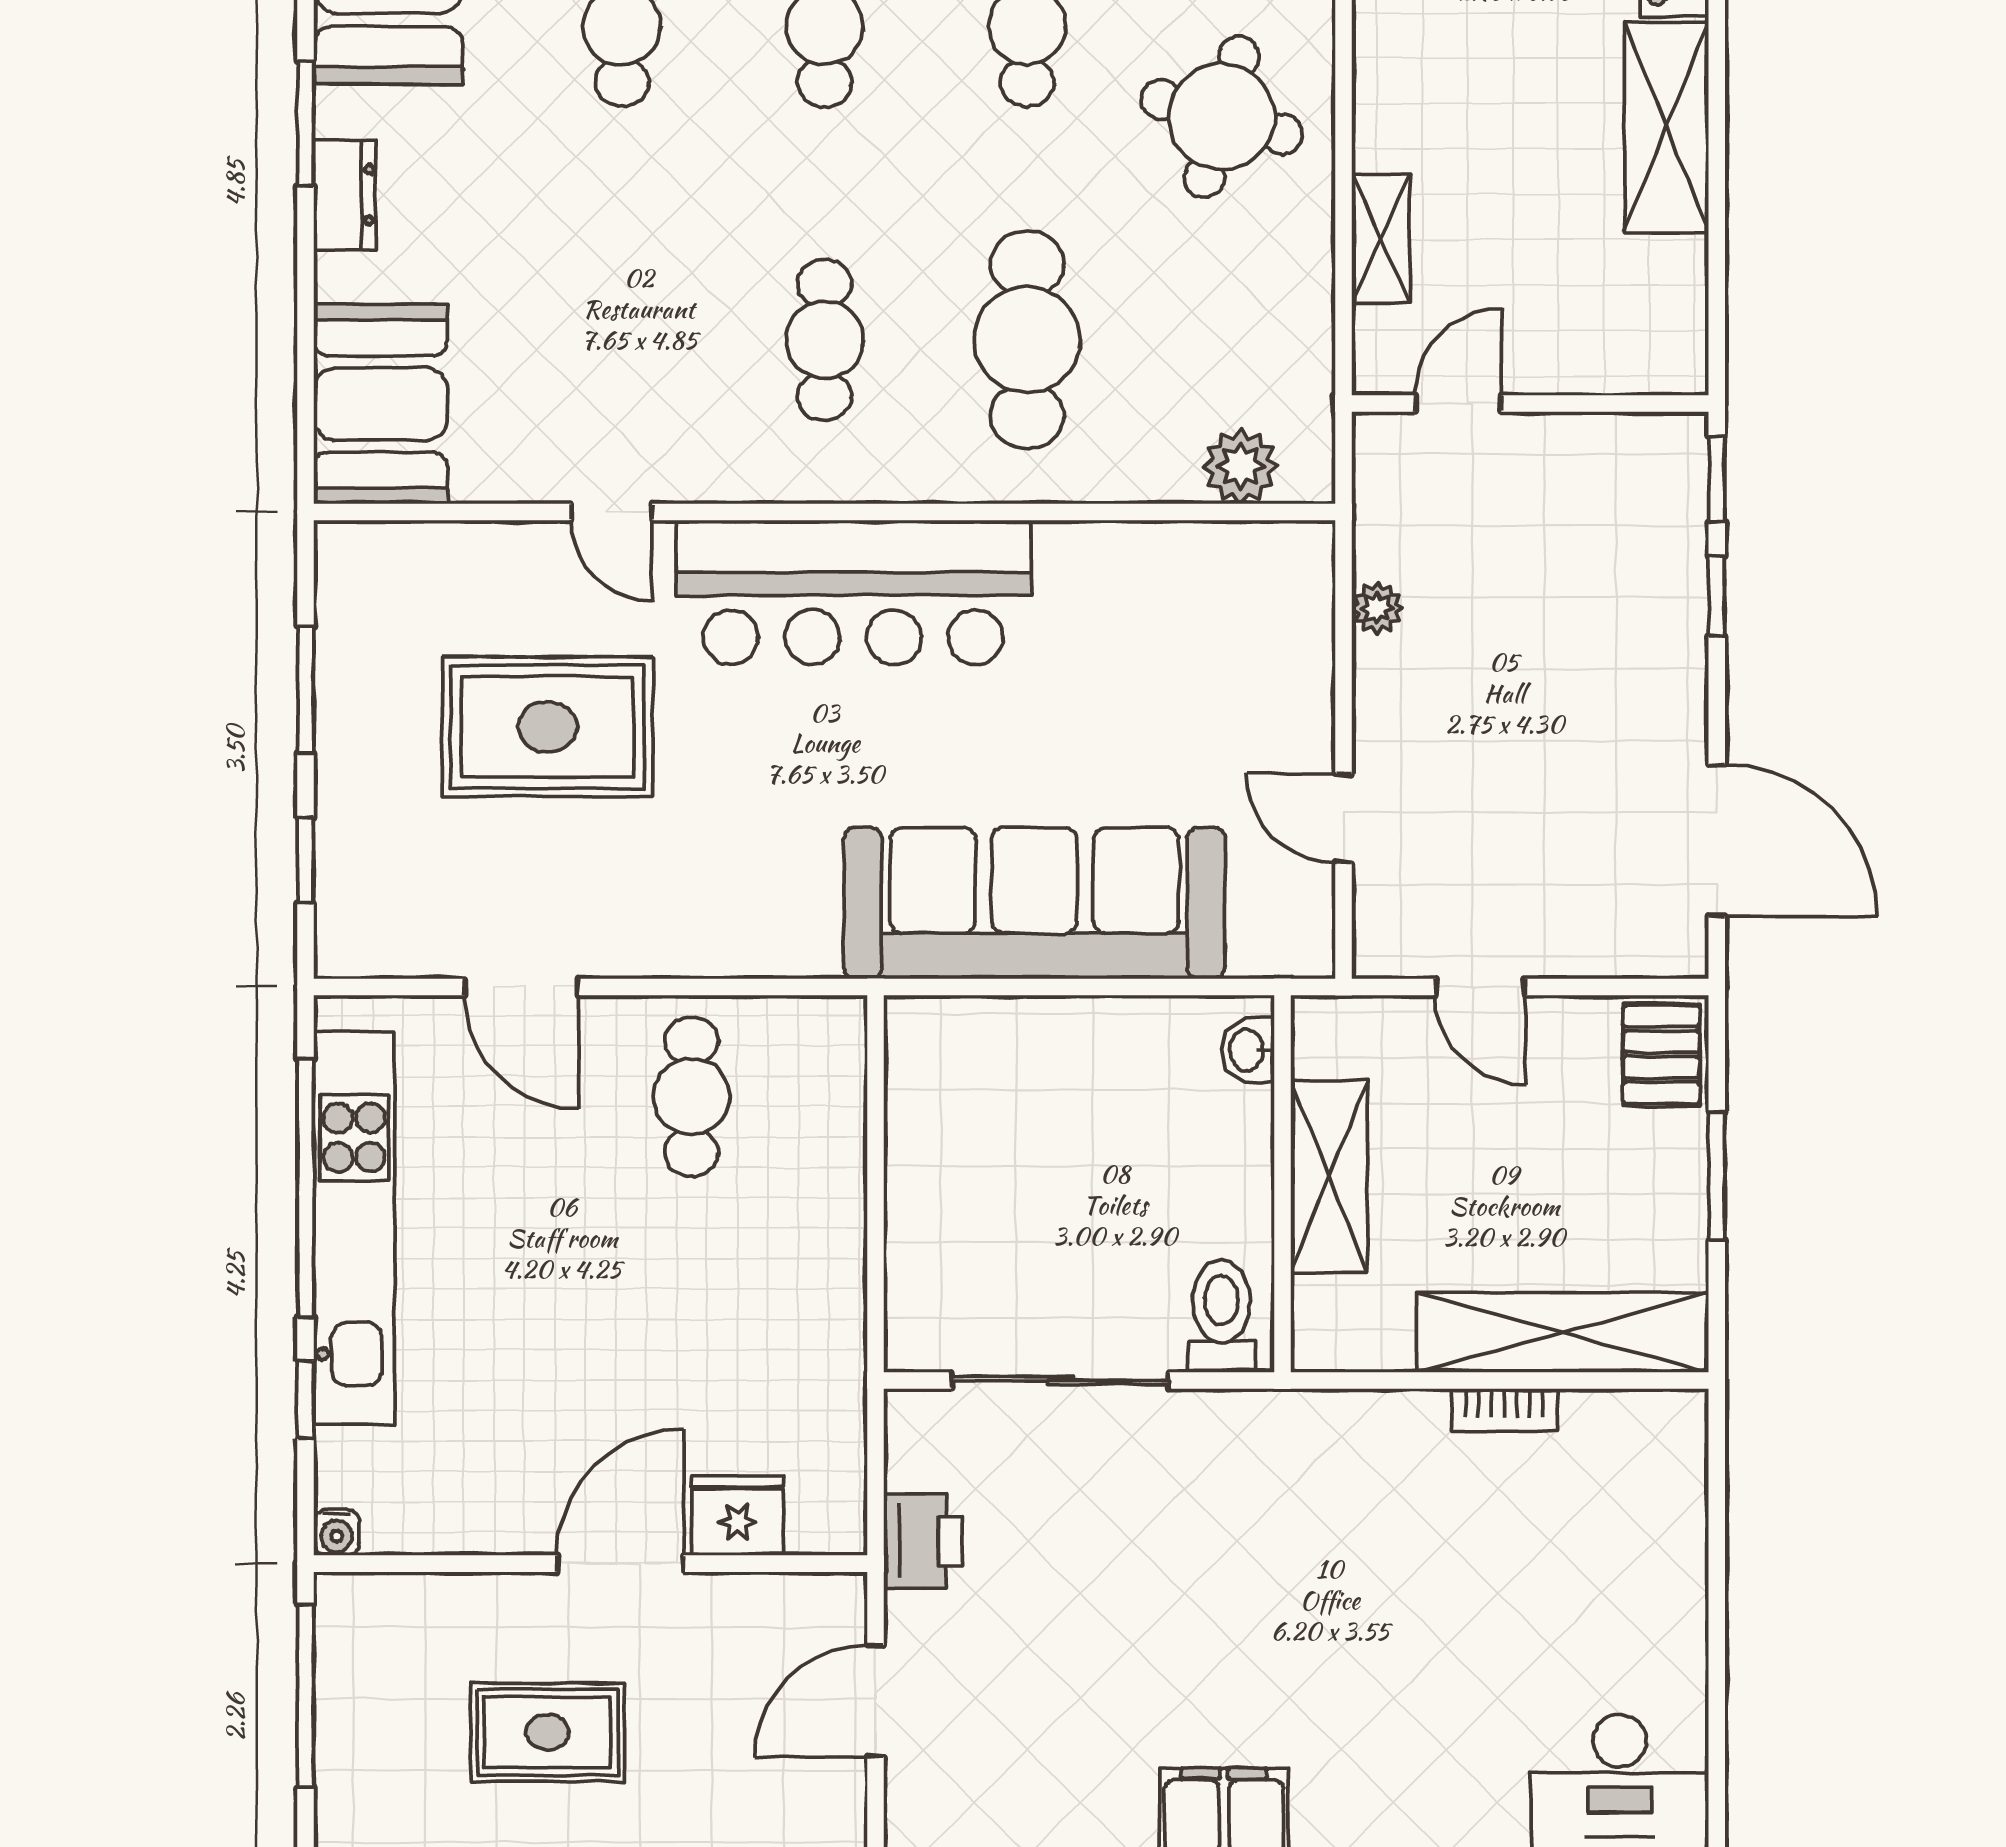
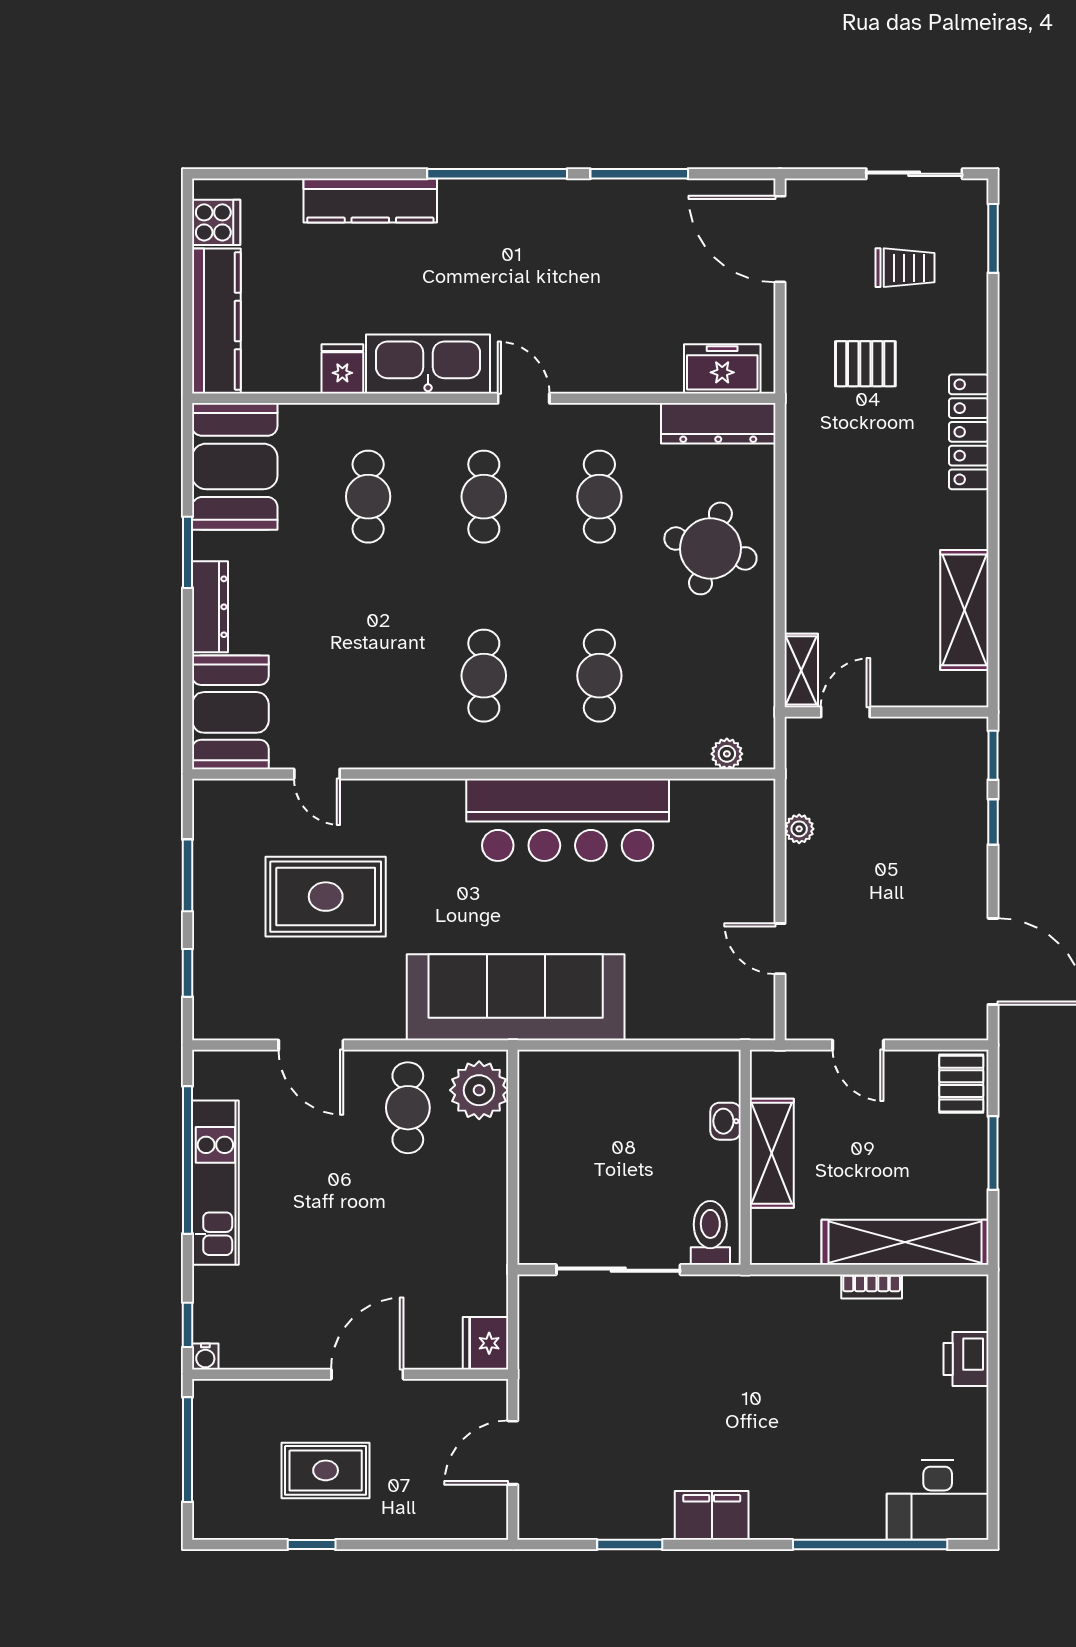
shelving: (1667, 127) -> (964, 610), moved
dresser: (345, 195) -> (210, 607), width x1.44
shelving: (1381, 239) -> (801, 670), moved
cafe table: (1027, 340) -> (599, 676), width x0.73, depth x0.74
plant: (1240, 467) -> (727, 754), width x0.73, depth x0.73
door: (612, 512) -> (317, 774), moved
bar counter: (853, 592) -> (568, 820), moved
sofa: (1034, 903) -> (516, 997), moved
washbasin: (1248, 1050) -> (725, 1121), moved
plant: (816, 1066) -> (479, 1090), added
kitchen unit: (354, 1228) -> (215, 1183), width x0.73
window: (305, 1400) -> (188, 1325), moved
fridge: (737, 1516) -> (485, 1343), moved, turned -90
printer: (923, 1541) -> (966, 1359), moved, turned 180

